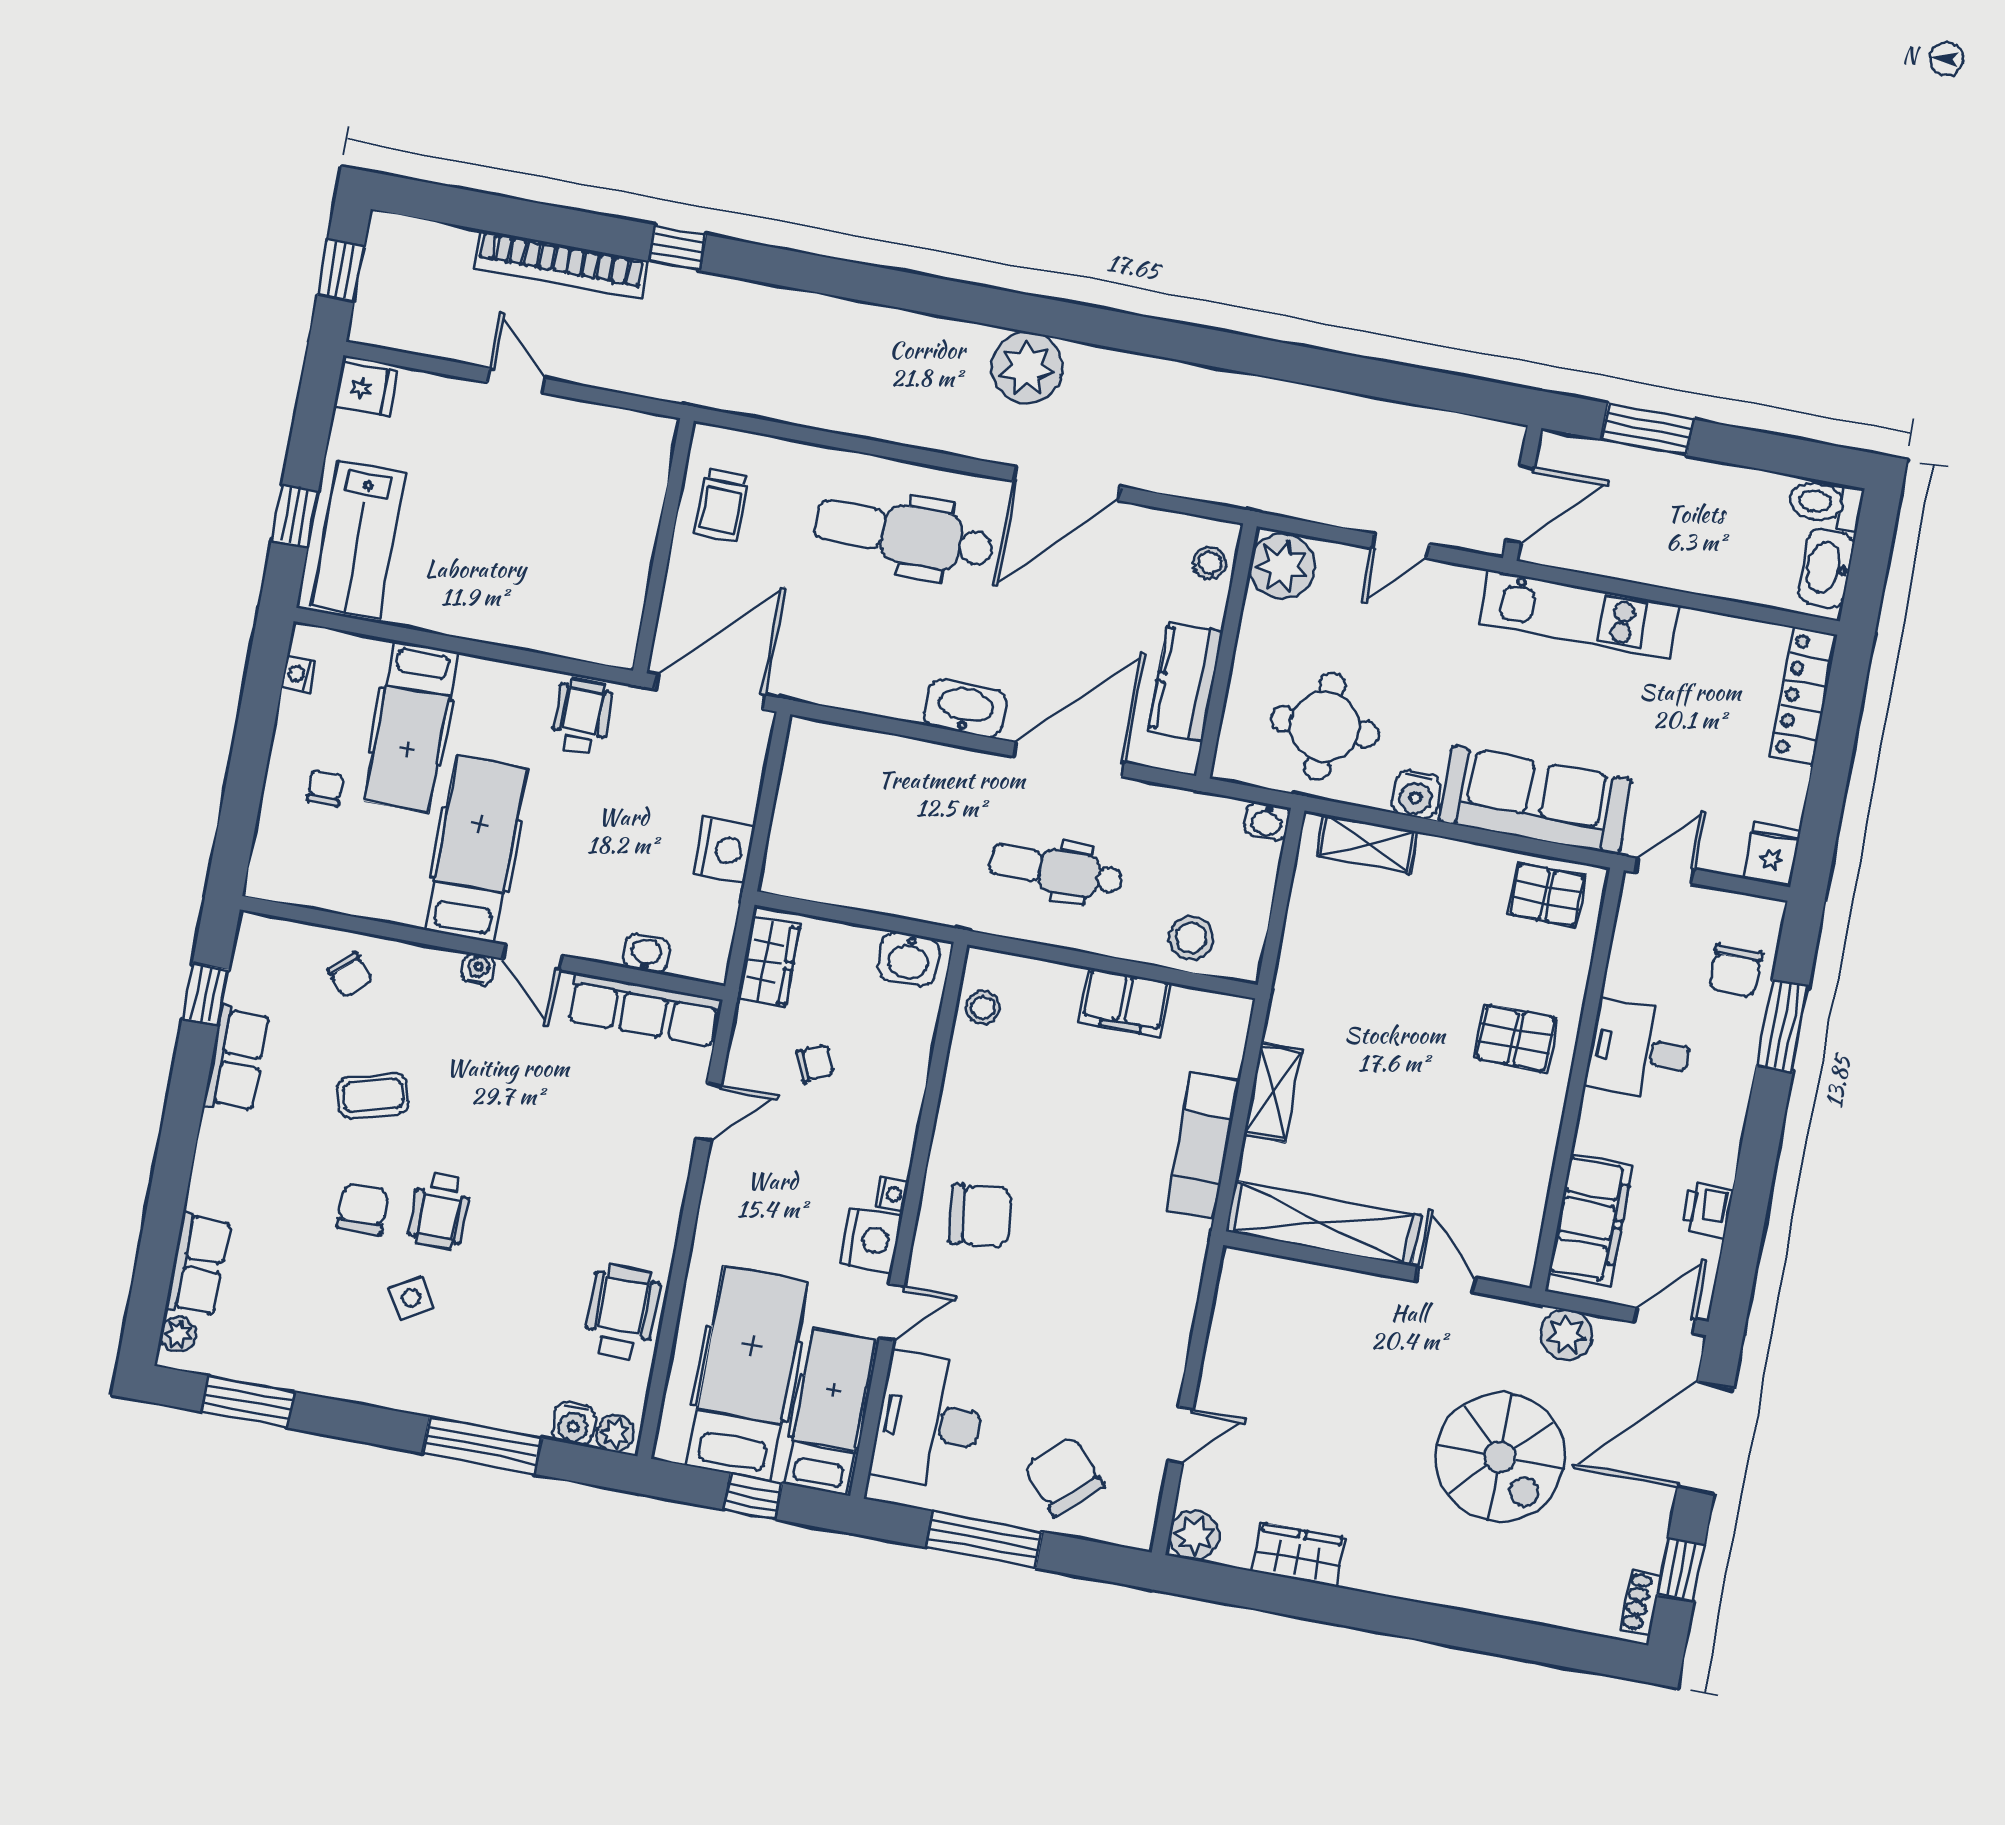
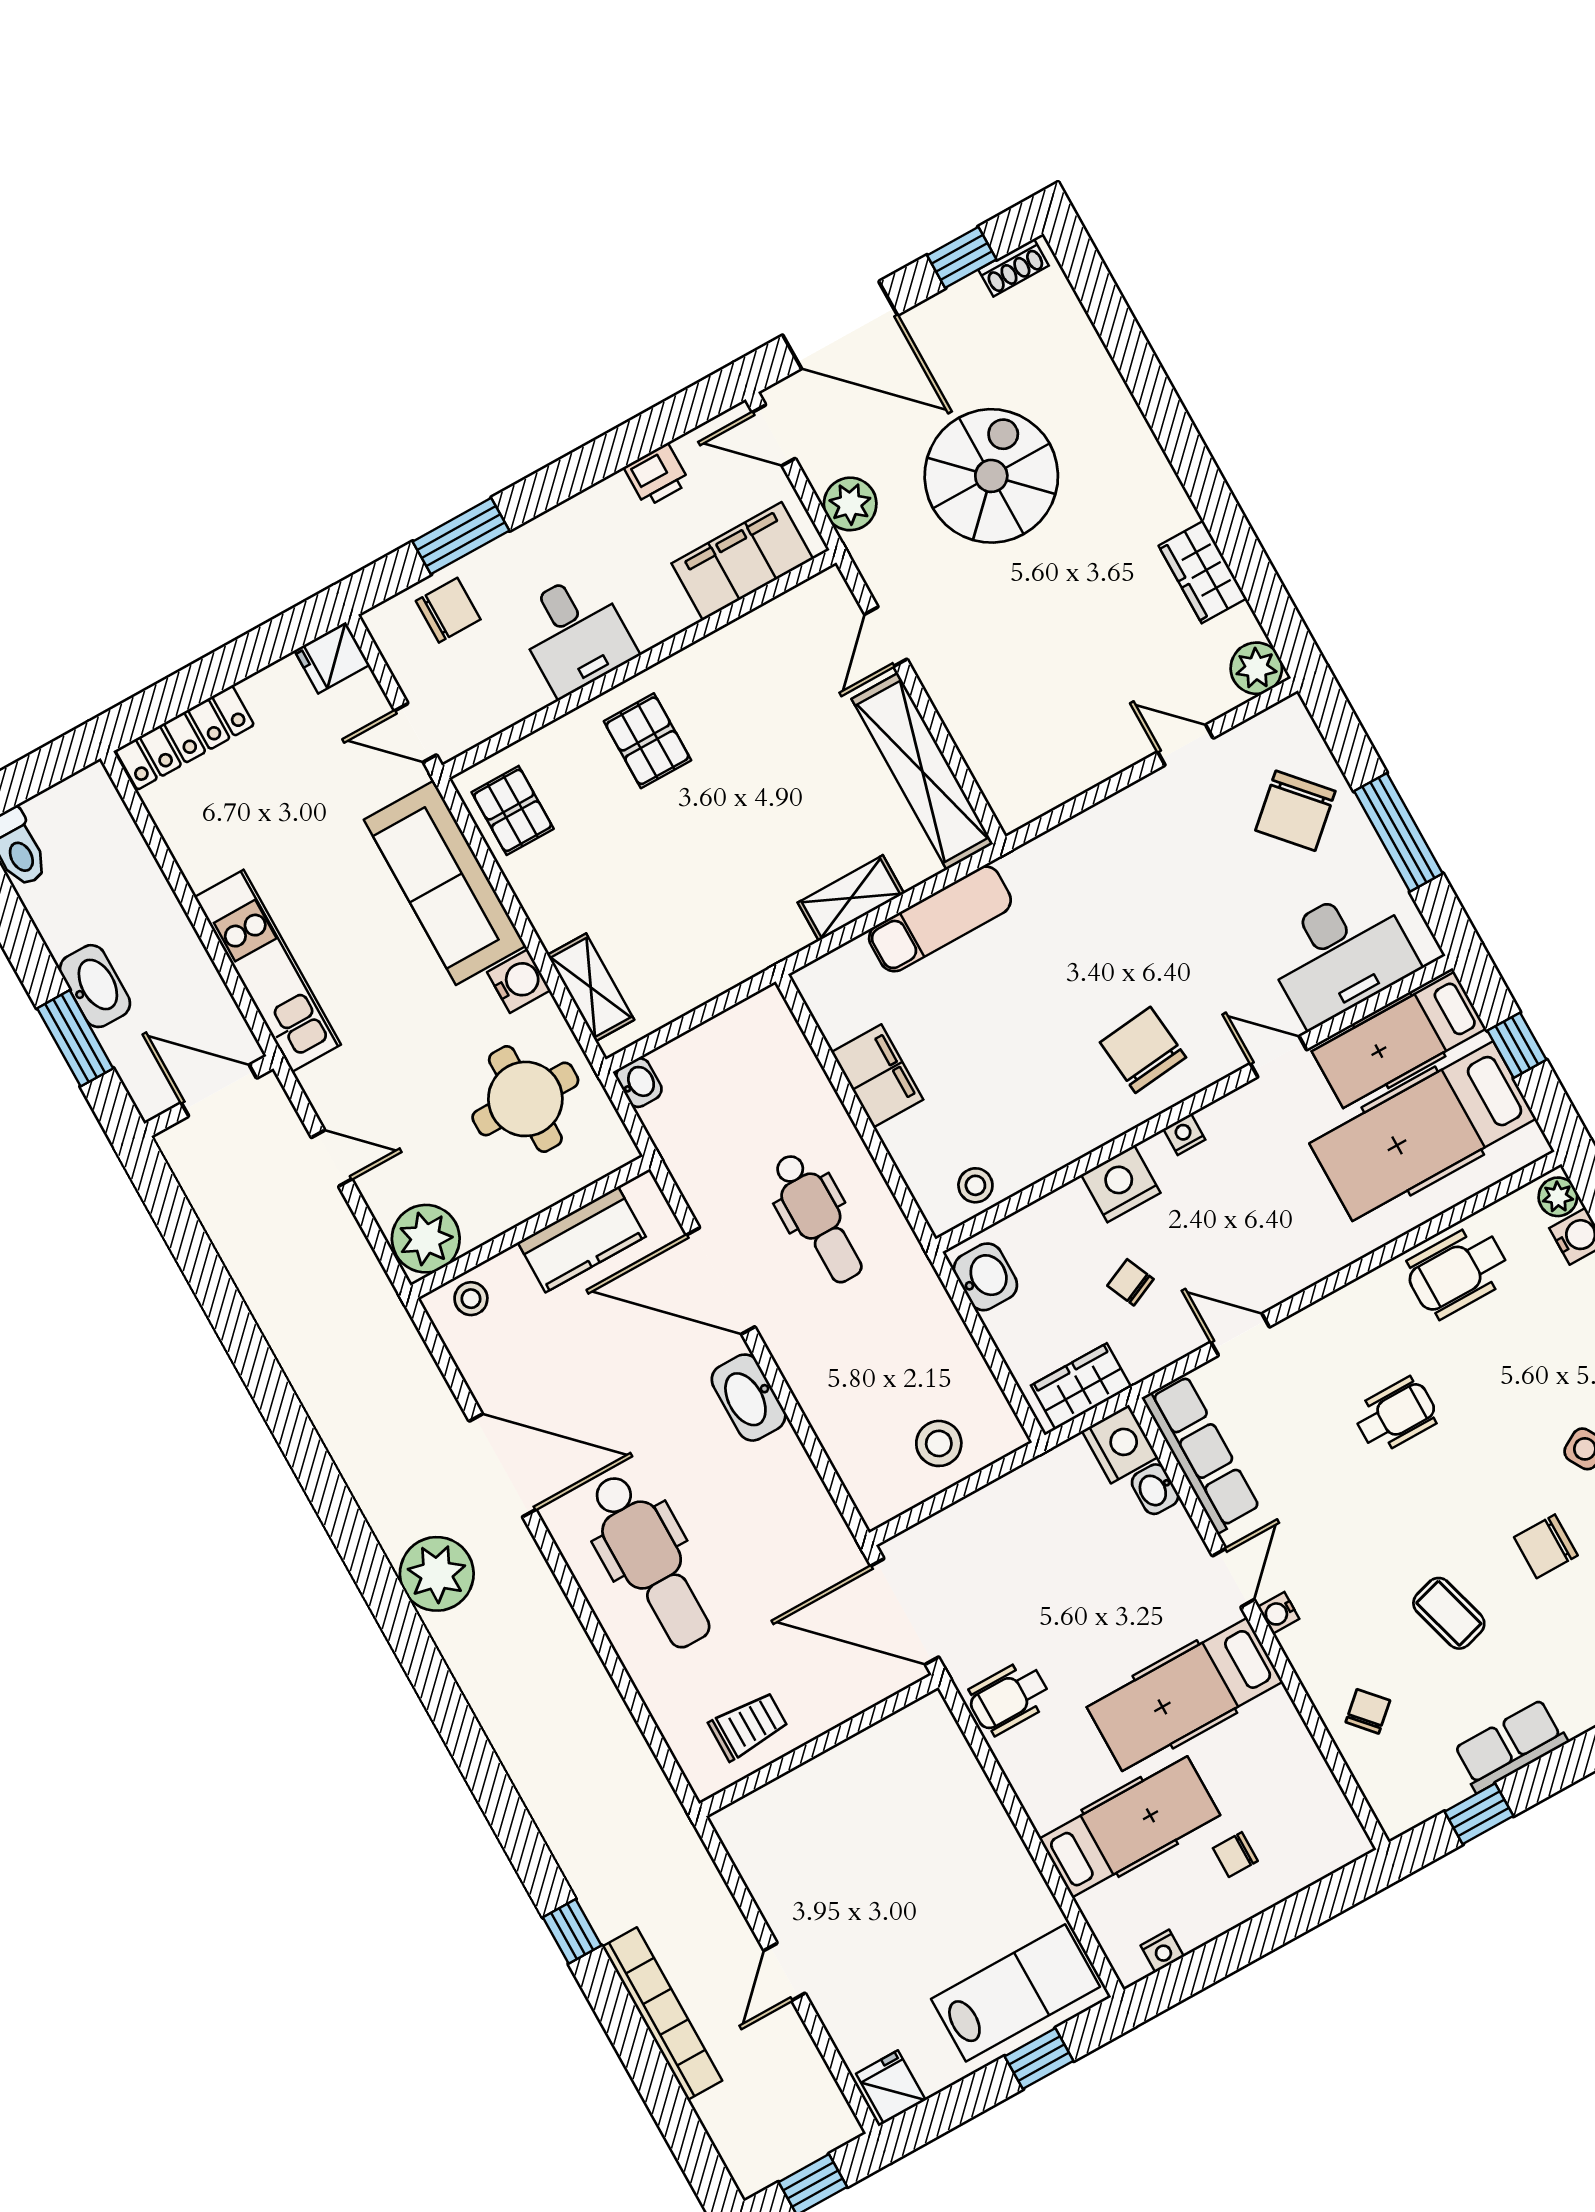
washbasin: (1826, 568) -> (95, 986), moved, turned -90
nightstand: (724, 850) -> (1120, 1444), moved, turned 90
stool: (1191, 938) -> (939, 1443), moved
wheelchair: (440, 1211) -> (1396, 1415), moved
nightstand: (871, 1240) -> (1121, 1184), moved

